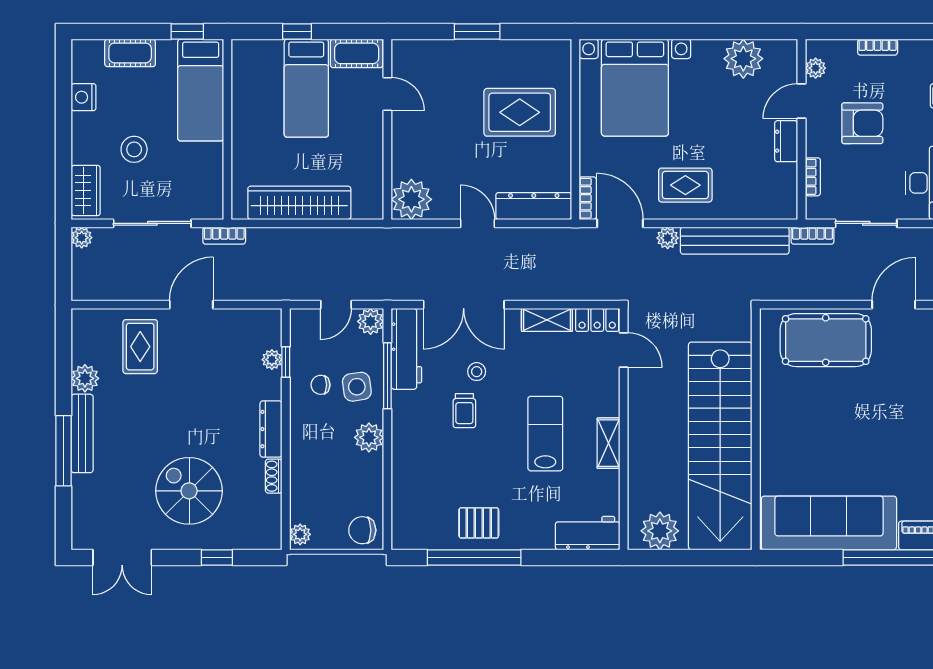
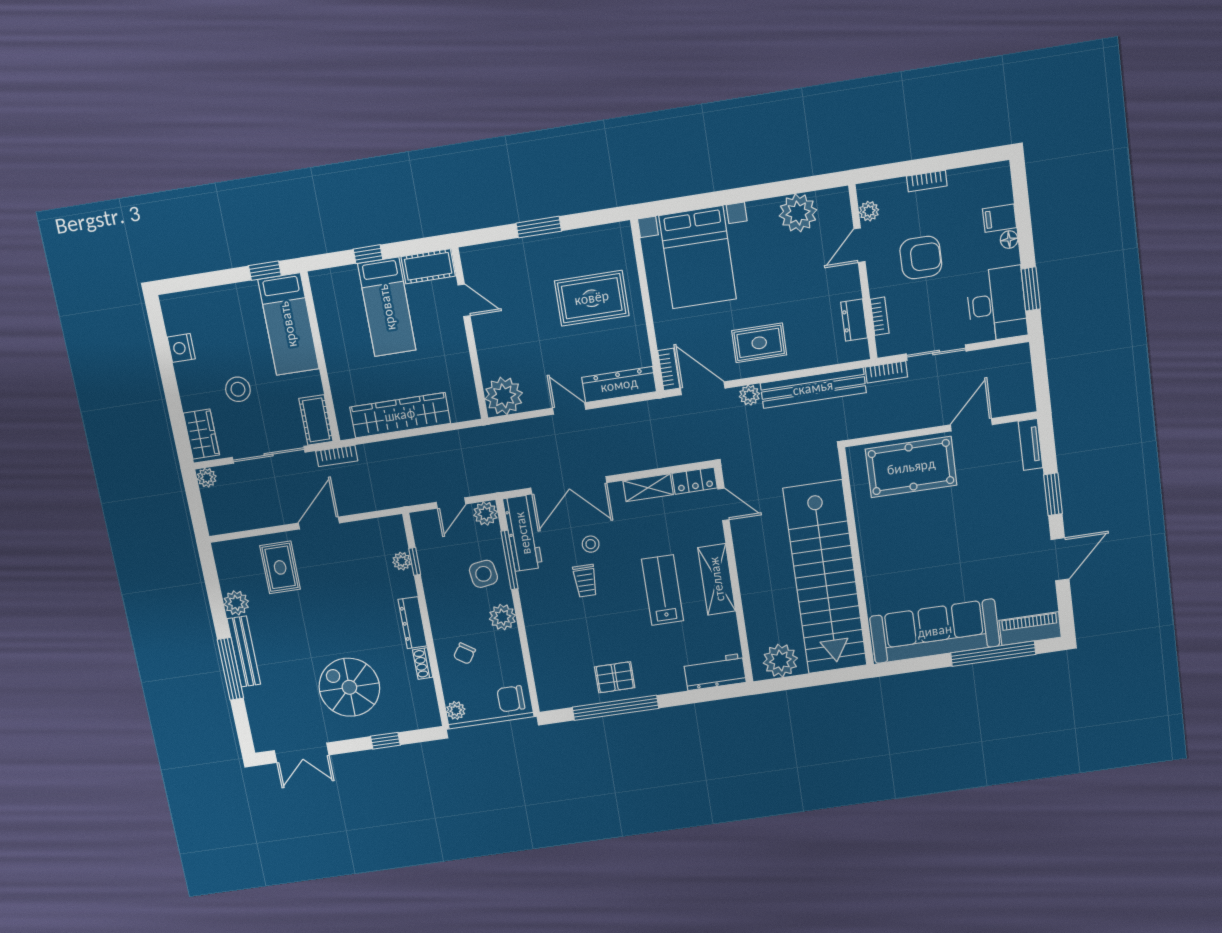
cot: (130, 53) -> (316, 420), moved, turned 90
dresser: (786, 141) -> (854, 320), moved
chair: (321, 385) -> (464, 653), moved, turned -56
shelving: (608, 443) -> (717, 579), width x1.50, depth x1.33

